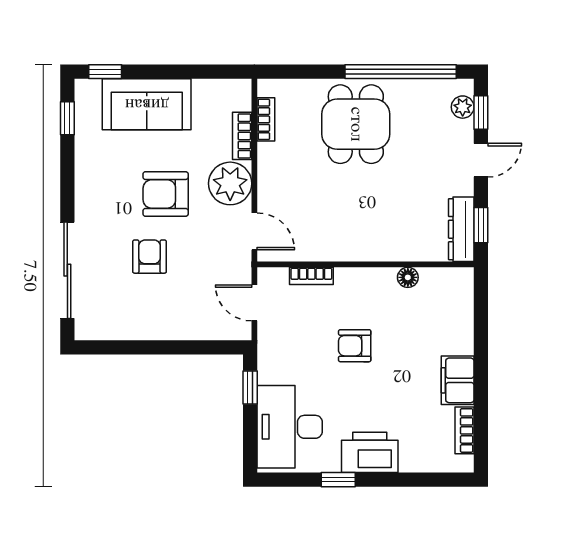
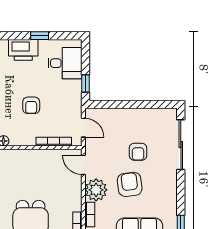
armchair: (166, 194) -> (130, 184), turned -97
bookcase: (311, 276) -> (54, 142), width x1.56
armchair: (355, 346) -> (31, 105), turned 90
desk: (290, 427) -> (65, 63), width x0.73

